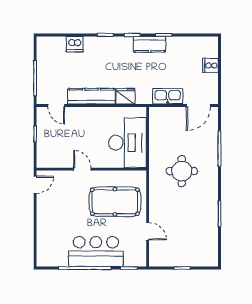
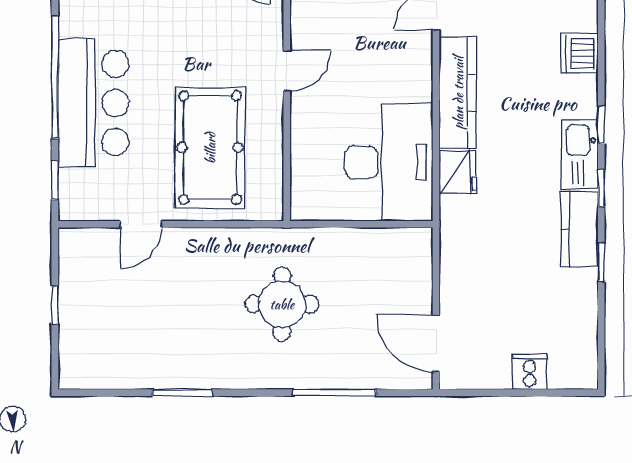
kitchen sink: (168, 96) -> (580, 154), moved, turned 180
desk: (127, 143) -> (389, 162), moved, turned -90

